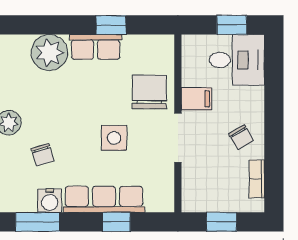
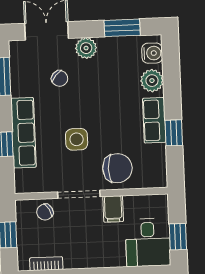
plant: (49, 53) -> (152, 81), width x0.73, depth x0.73
chair: (241, 137) -> (45, 212), moved
chair: (43, 155) -> (60, 78), turned -122
water cooler: (50, 201) -> (152, 53), moved, turned 180

